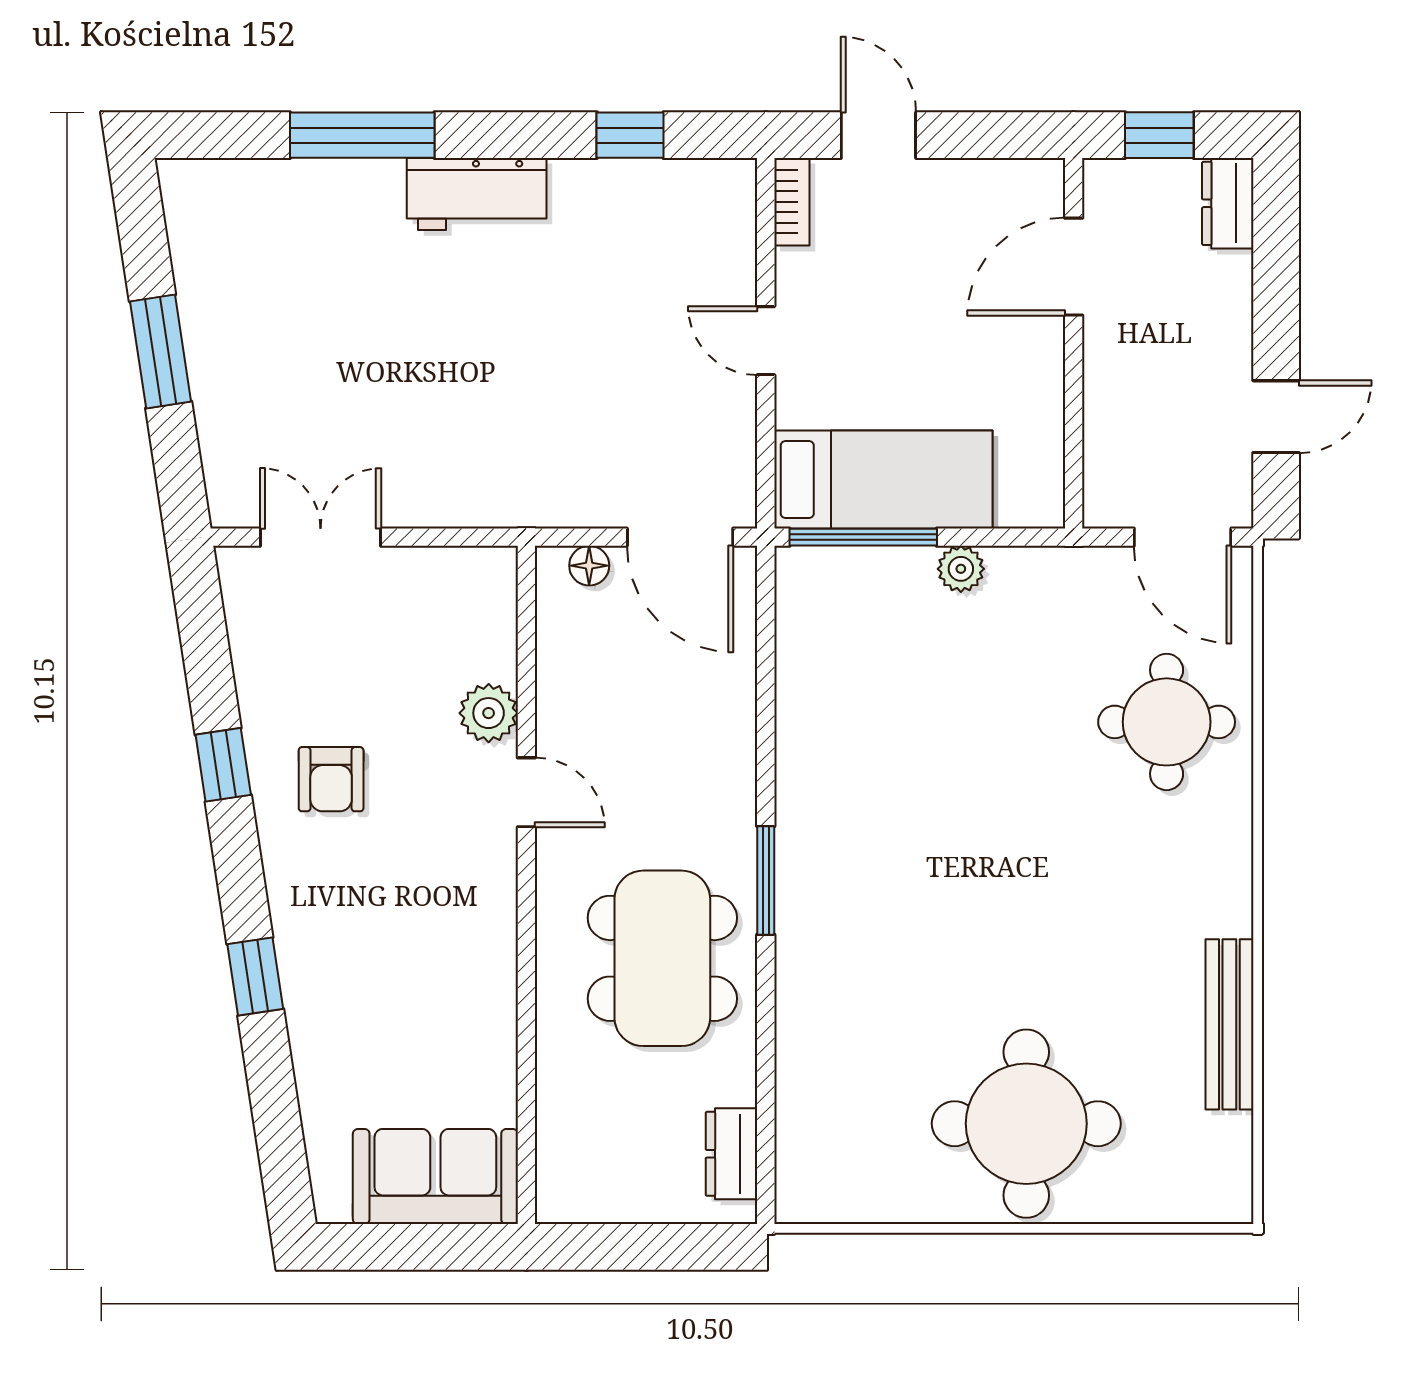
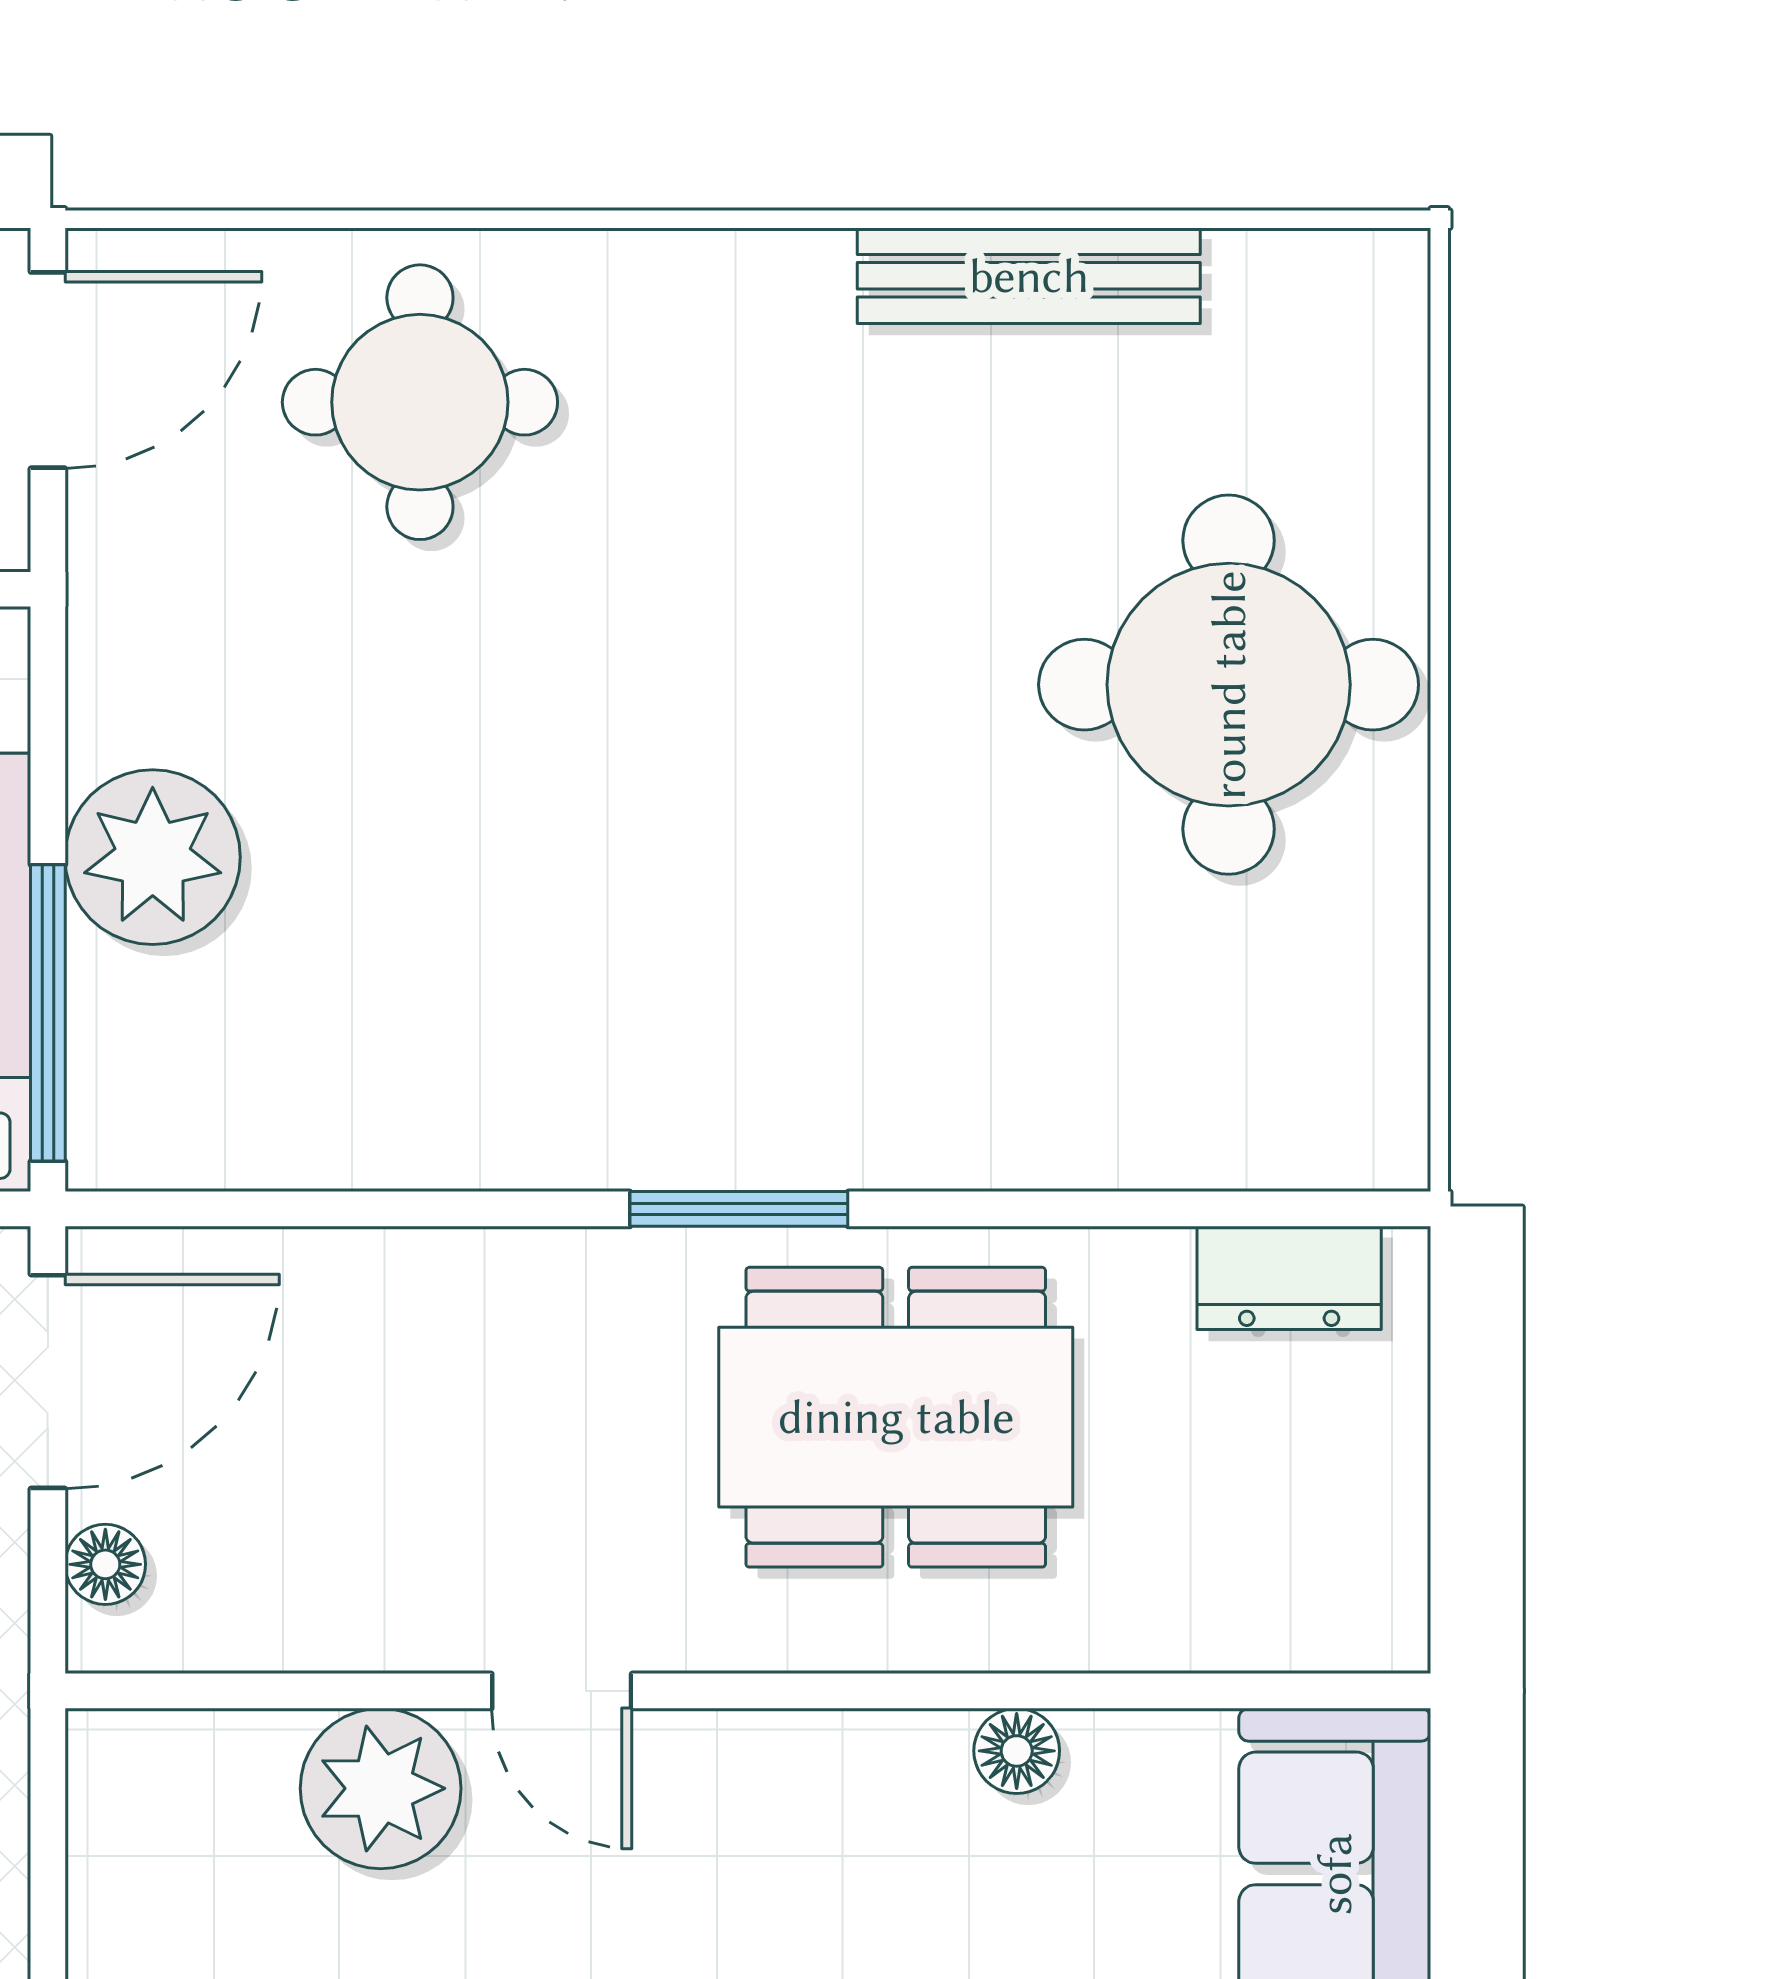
plant: (961, 569) -> (153, 857), width x1.87, depth x1.87
plant: (489, 713) -> (381, 1788), width x1.36, depth x1.36
door: (526, 792) -> (562, 1691), swing flipped
floor lamp: (497, 1018) -> (1017, 1751), added

